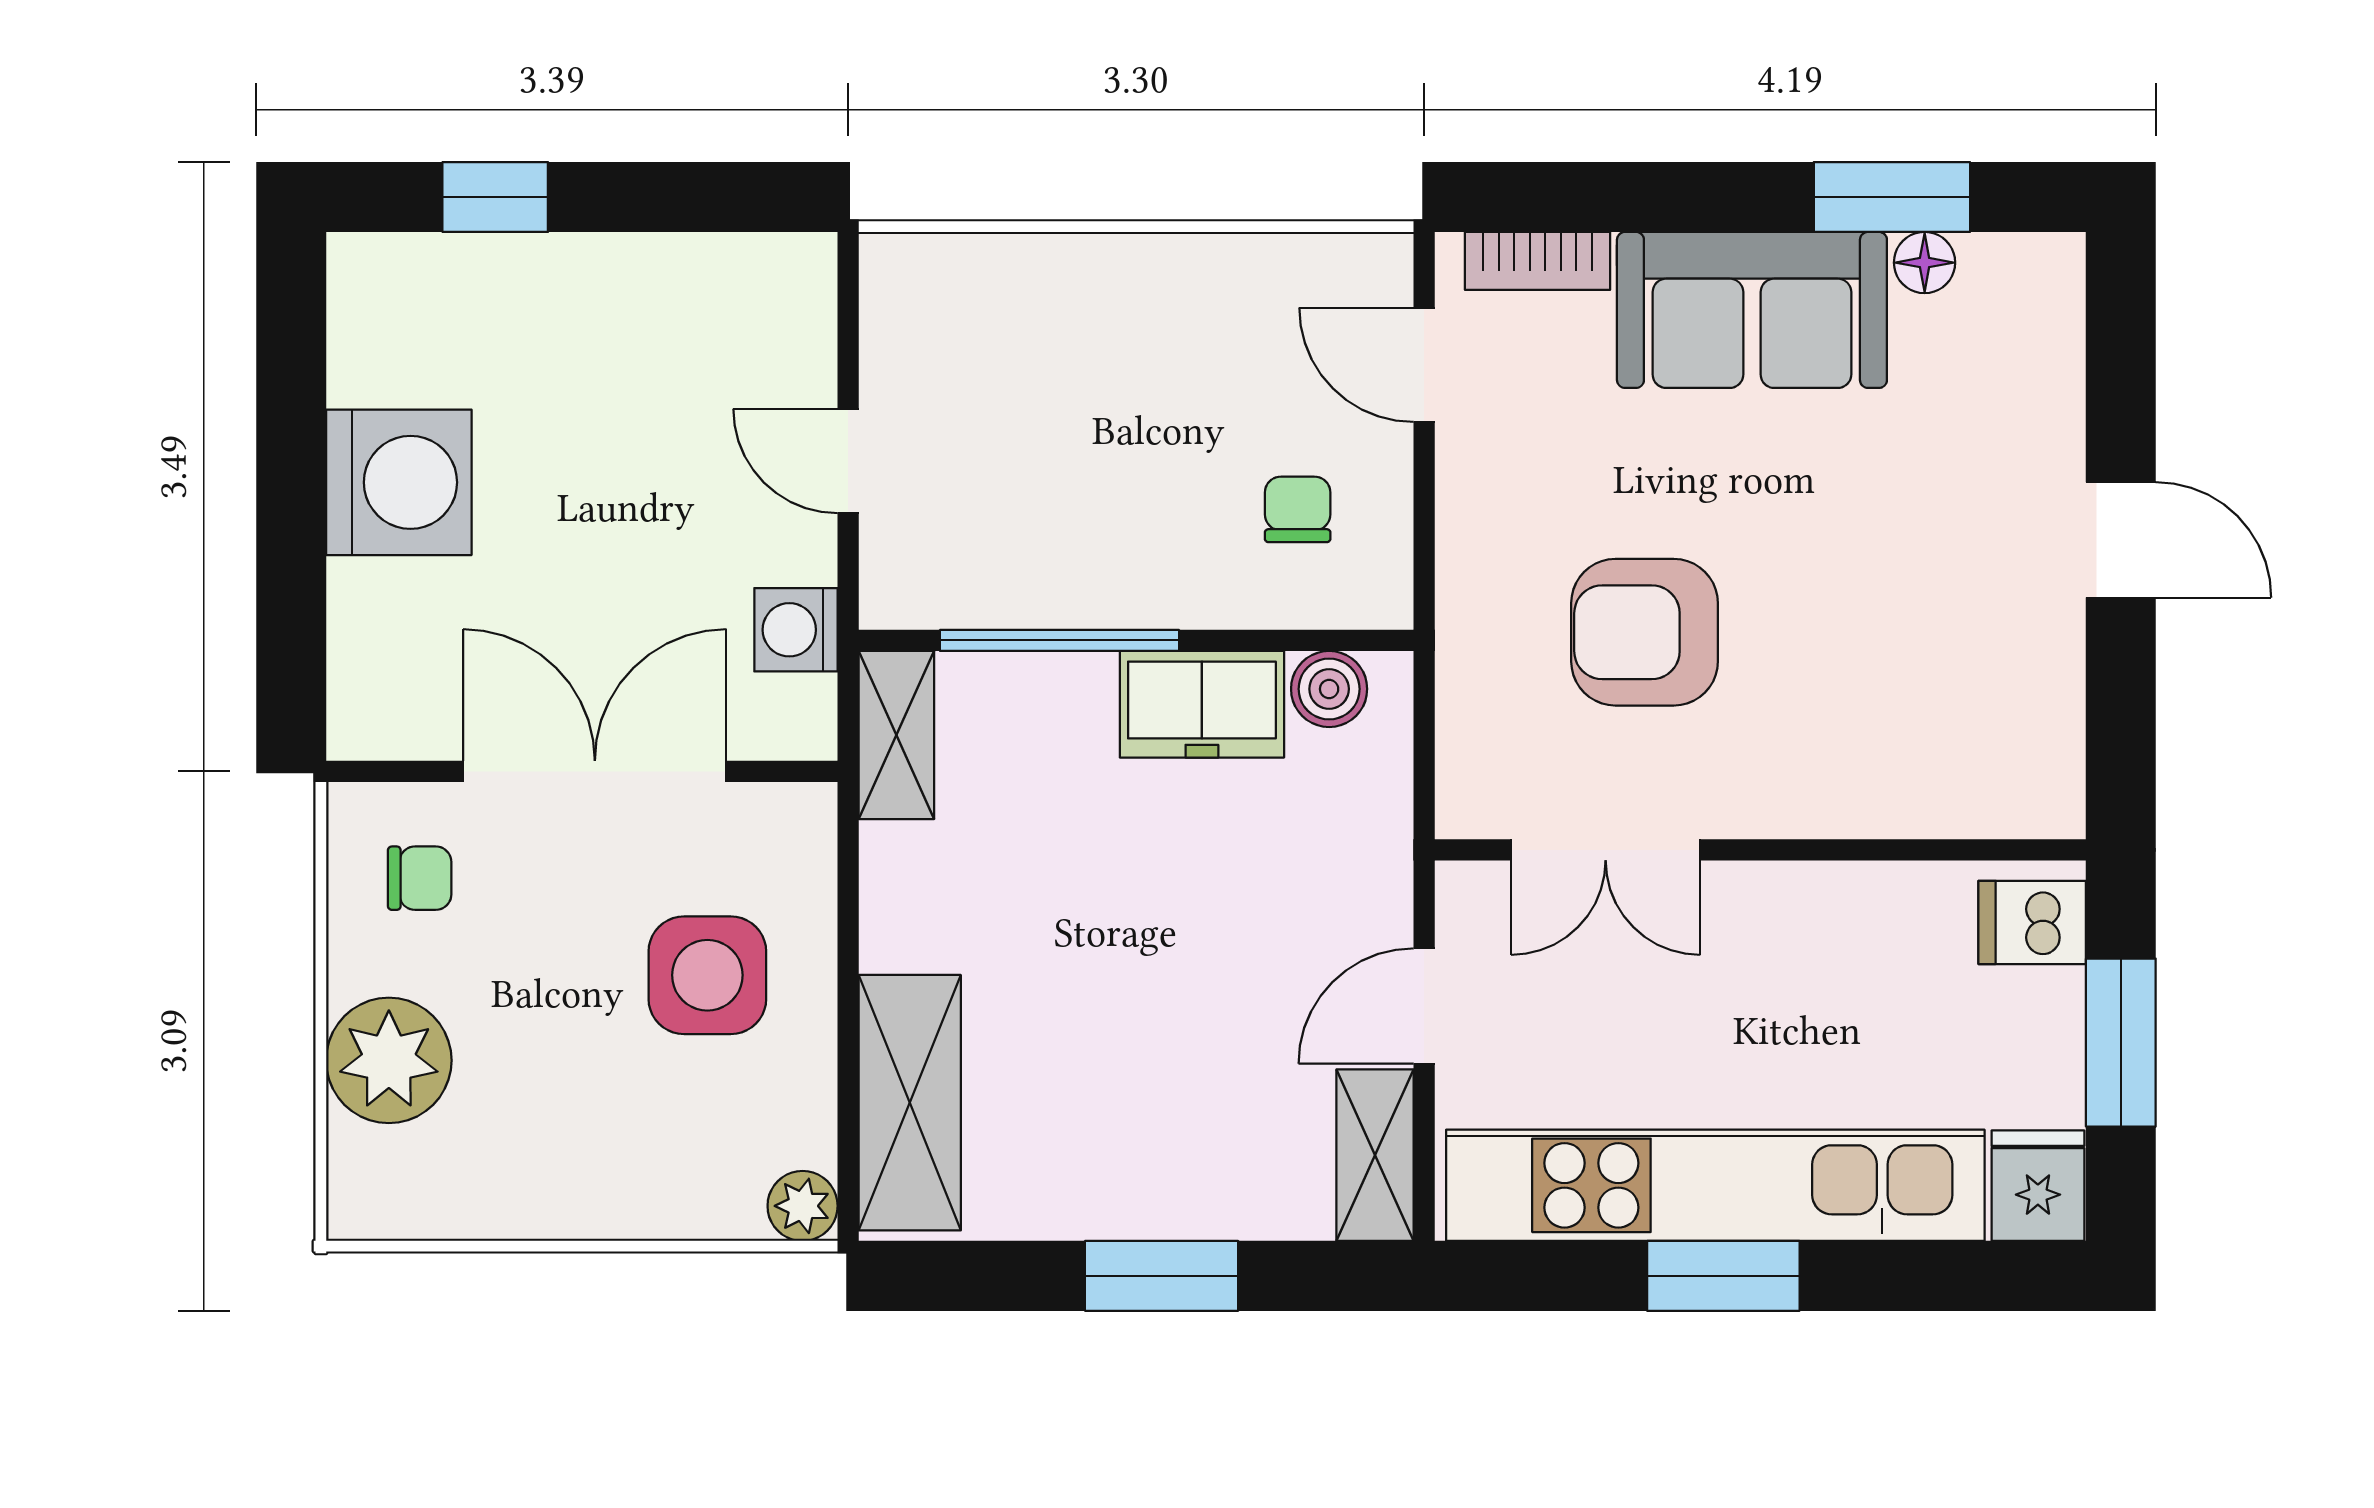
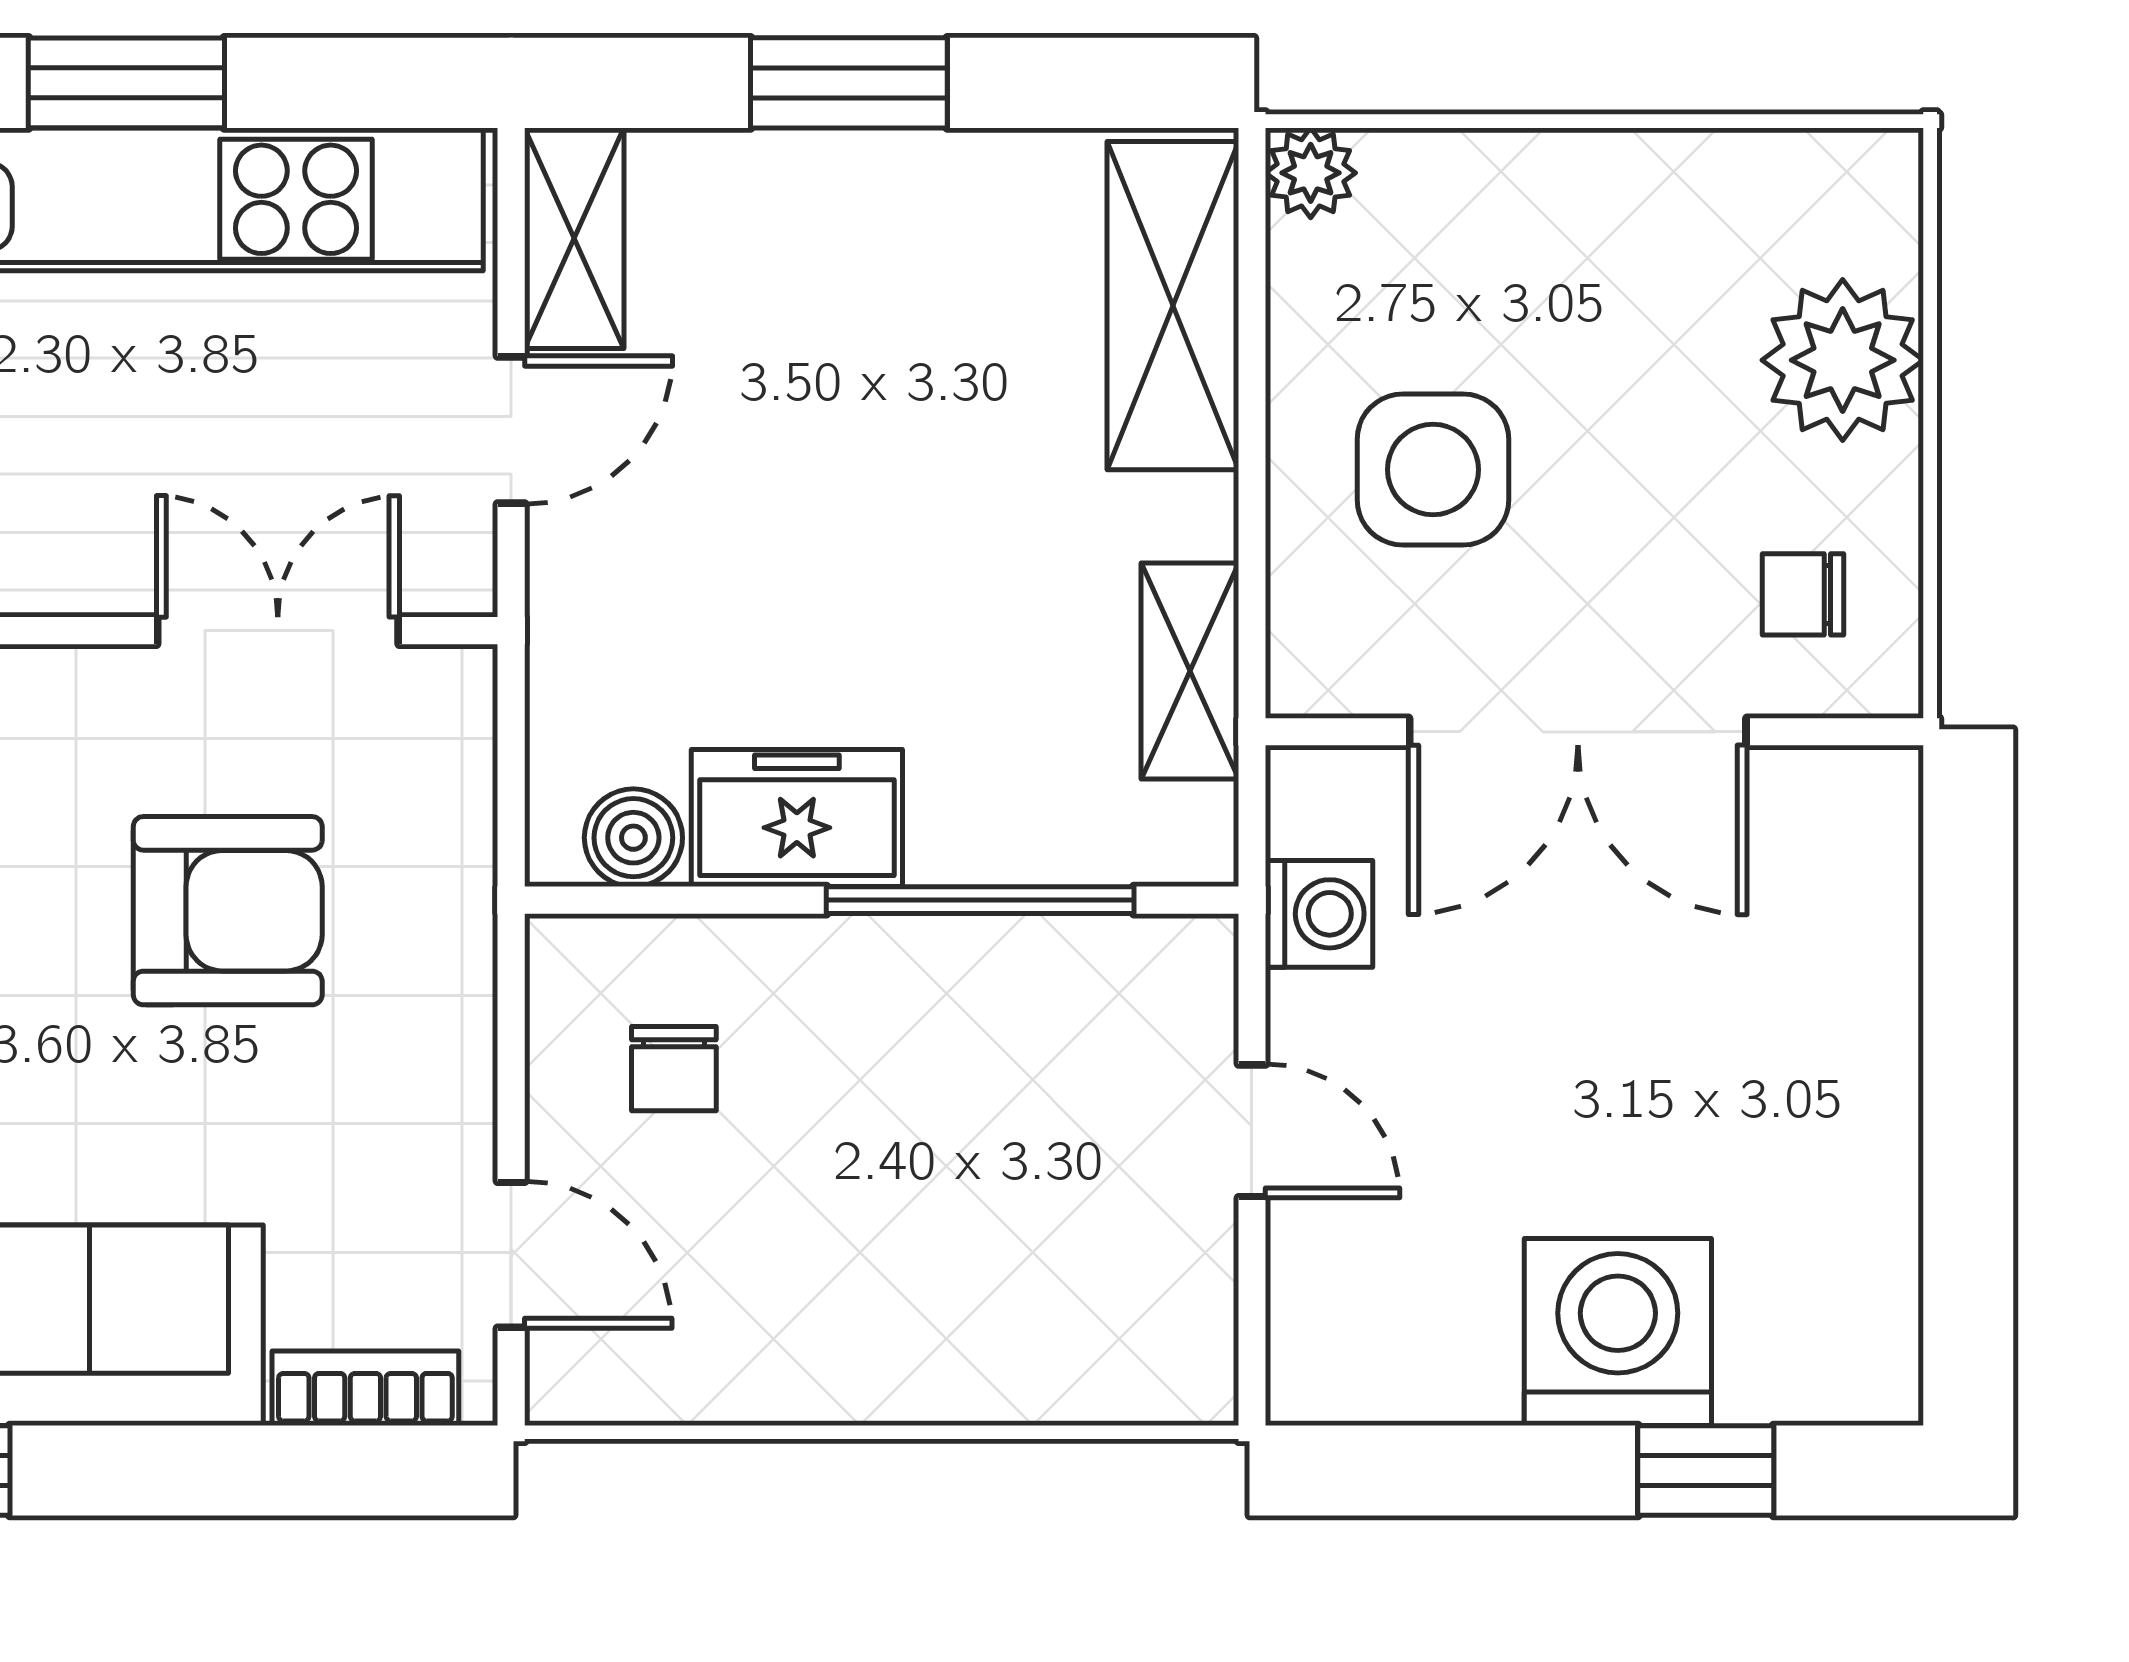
washing machine: (399, 482) -> (1618, 1332), moved, turned 90
shelving: (896, 735) -> (1190, 671), moved

